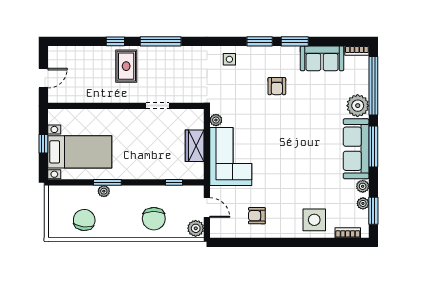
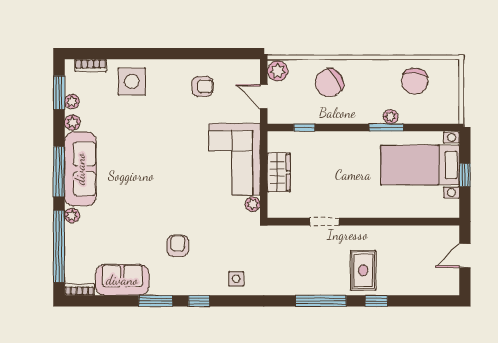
window: (260, 41) -> (199, 301), width x0.67
plant: (358, 106) -> (72, 215), width x0.53, depth x0.53
chair: (154, 219) -> (329, 83), turned -122

